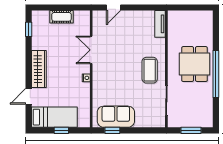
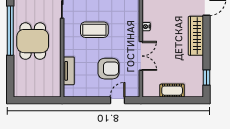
tv unit: (160, 24) -> (69, 71), moved
armchair: (122, 38) -> (108, 69), added
coffee table: (150, 70) -> (94, 30), moved, turned 90

